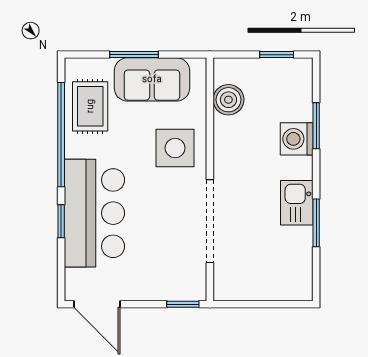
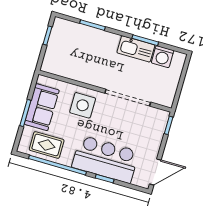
boiler: (228, 100) -> (65, 69), removed
washing machine: (297, 139) -> (163, 57), moved
kitchen sink: (297, 203) -> (136, 49), width x1.38

